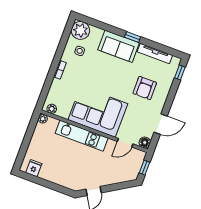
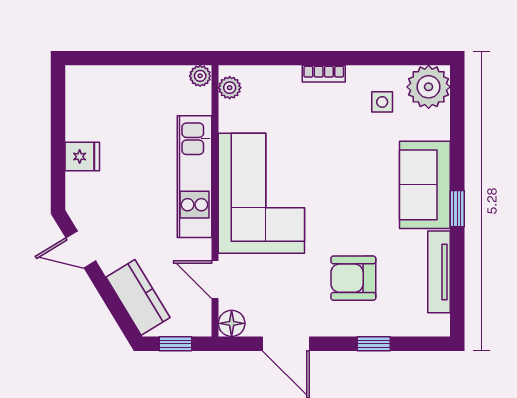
window: (180, 72) -> (374, 344), moved
fridge: (34, 168) -> (82, 157), moved
kitchen counter: (121, 176) -> (138, 297), added

